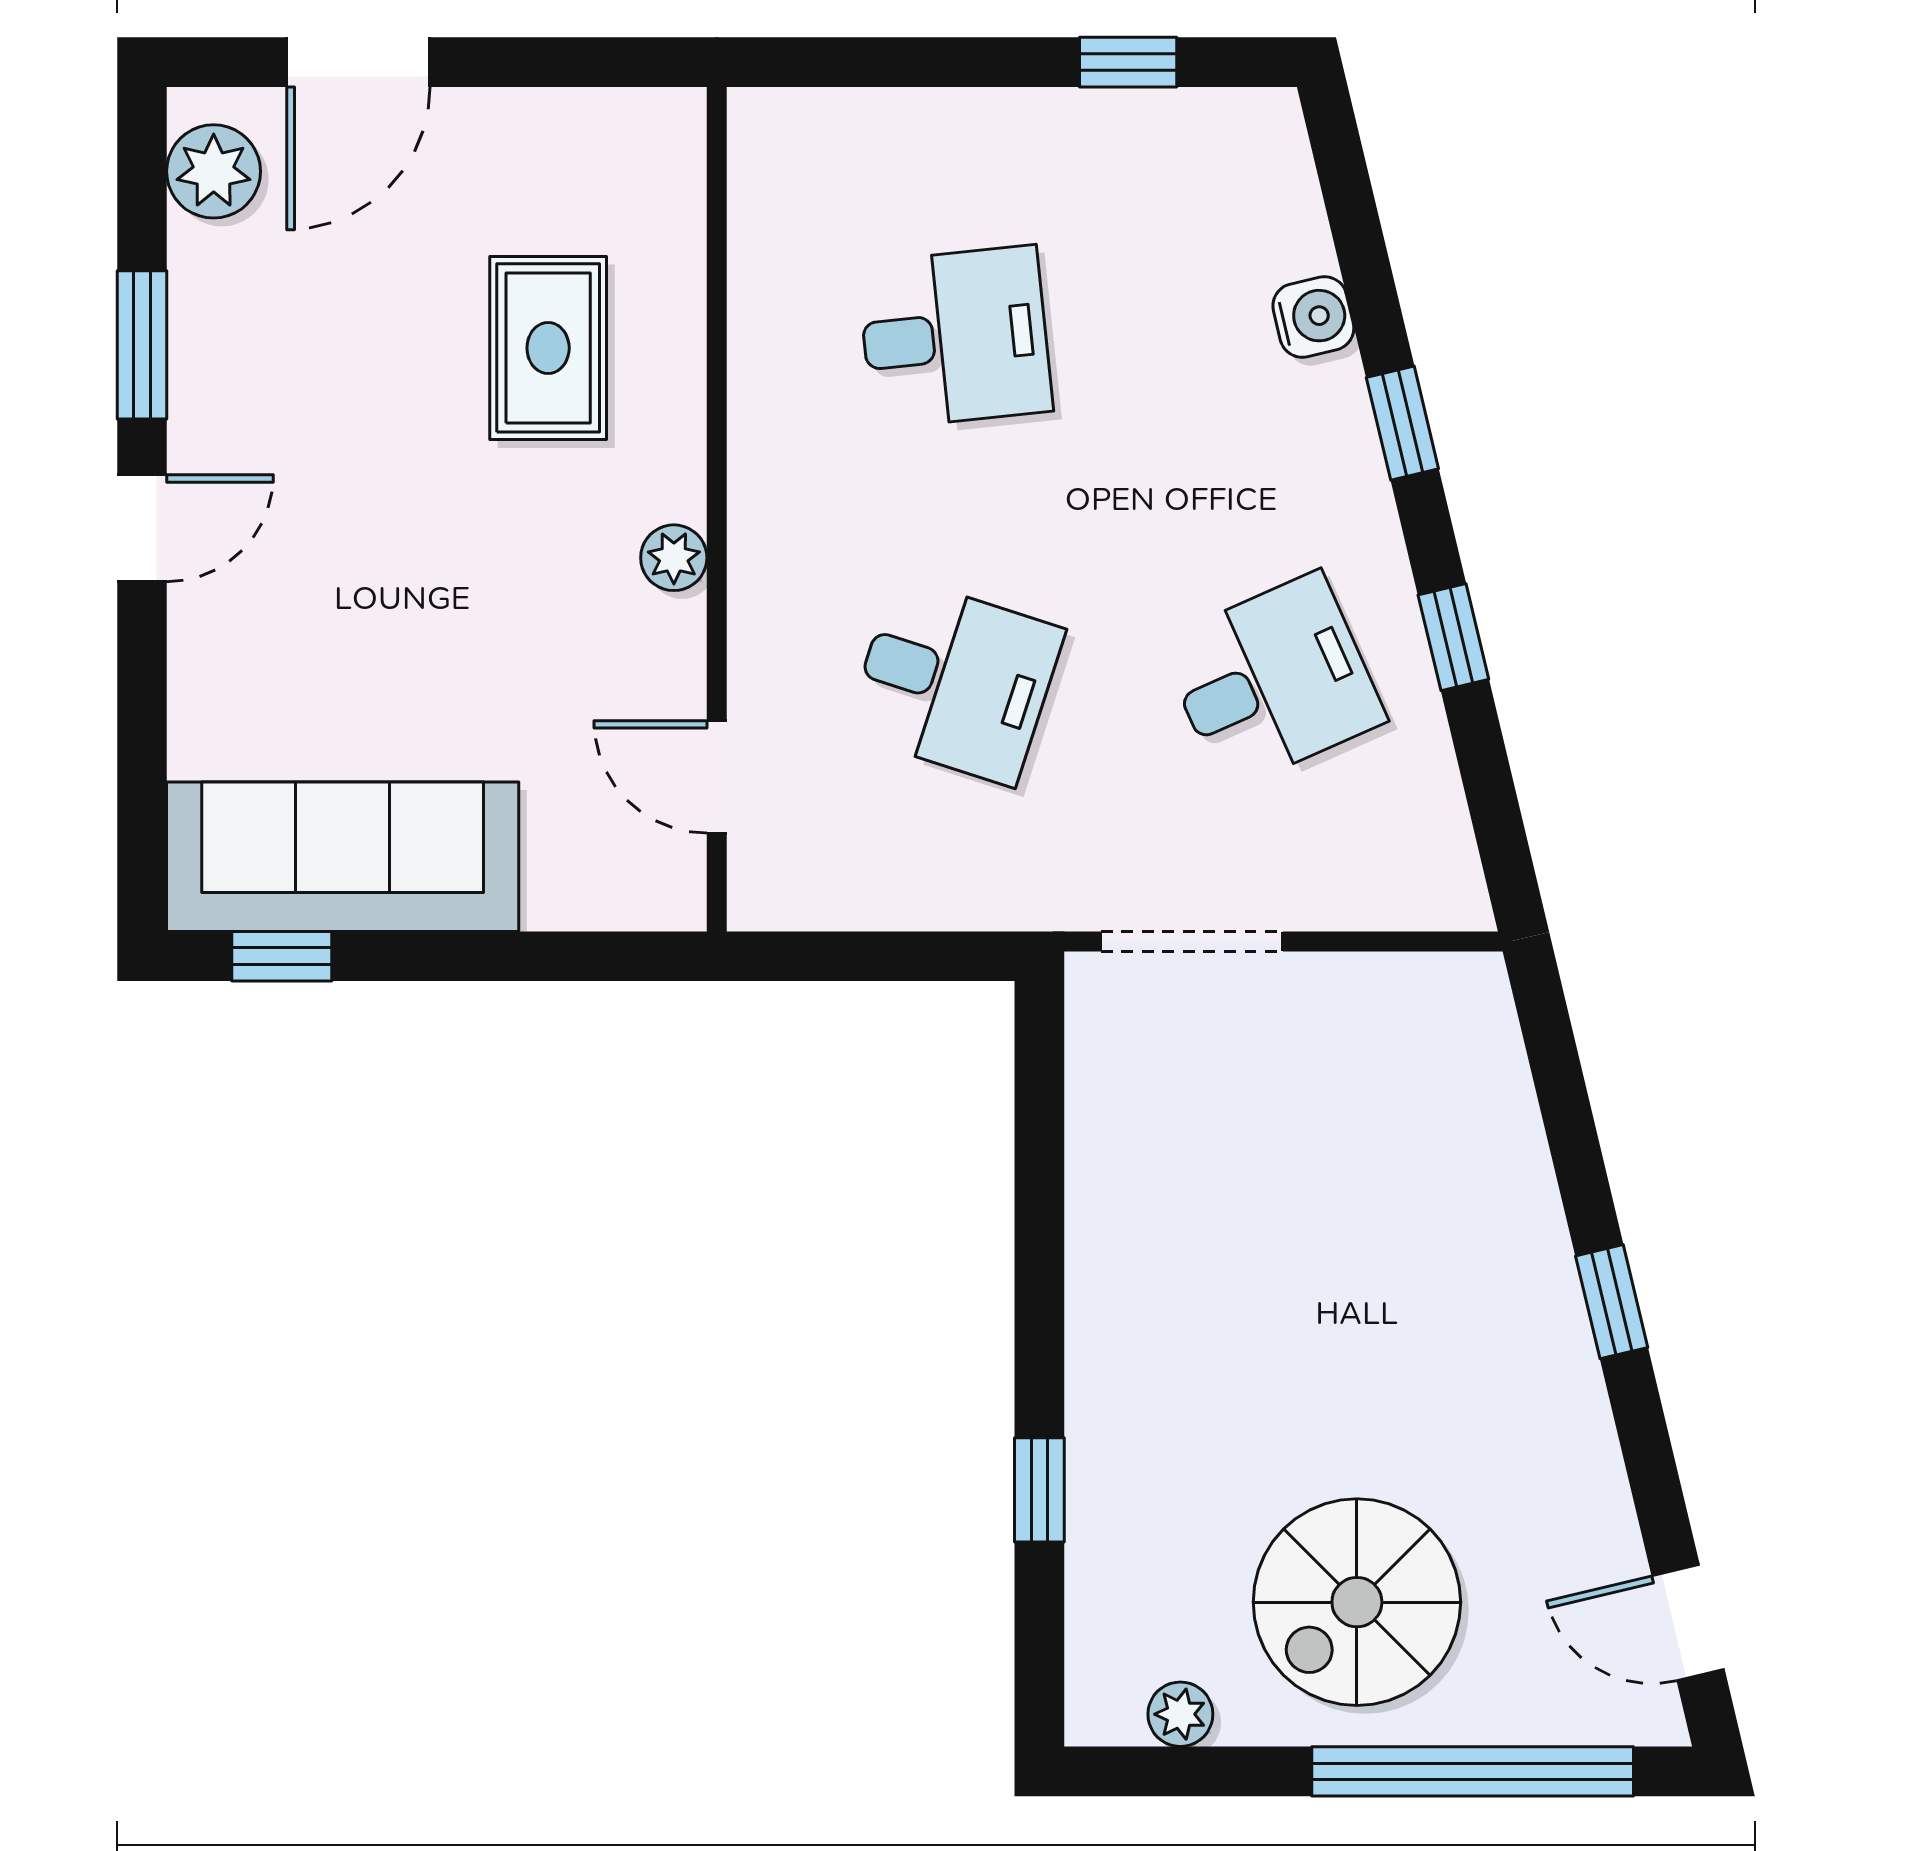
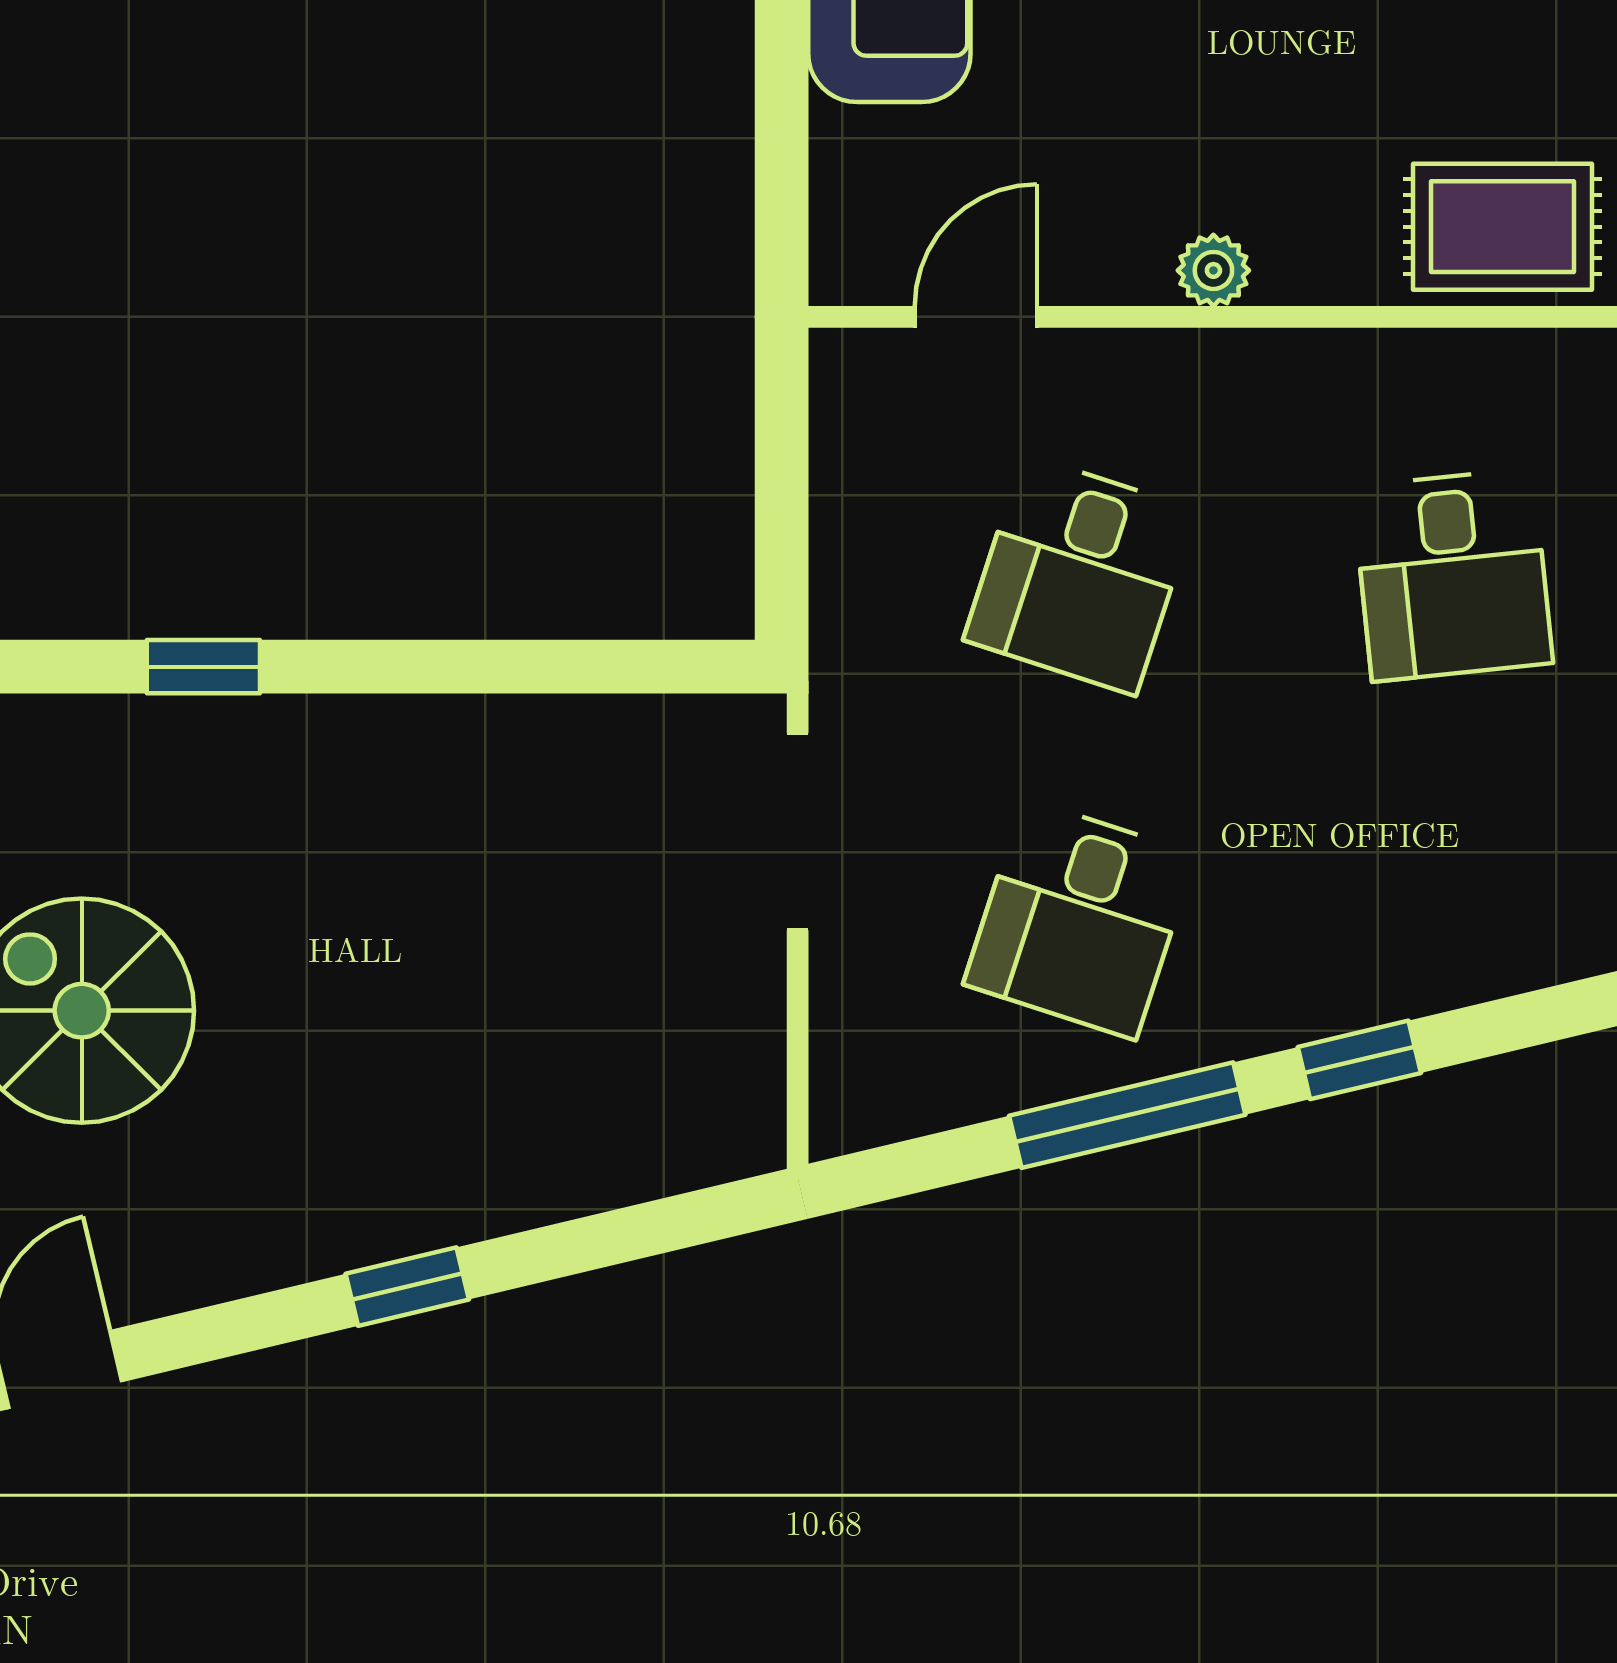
water cooler: (1313, 317) -> (1474, 963), removed
rug: (548, 348) -> (1502, 227), moved
window: (1453, 637) -> (1127, 1115), width x2.17
desk: (1272, 681) -> (1080, 919), turned 42

